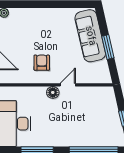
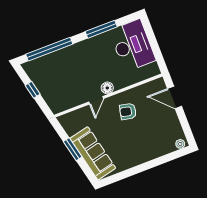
armchair: (42, 63) -> (128, 111), turned 102

